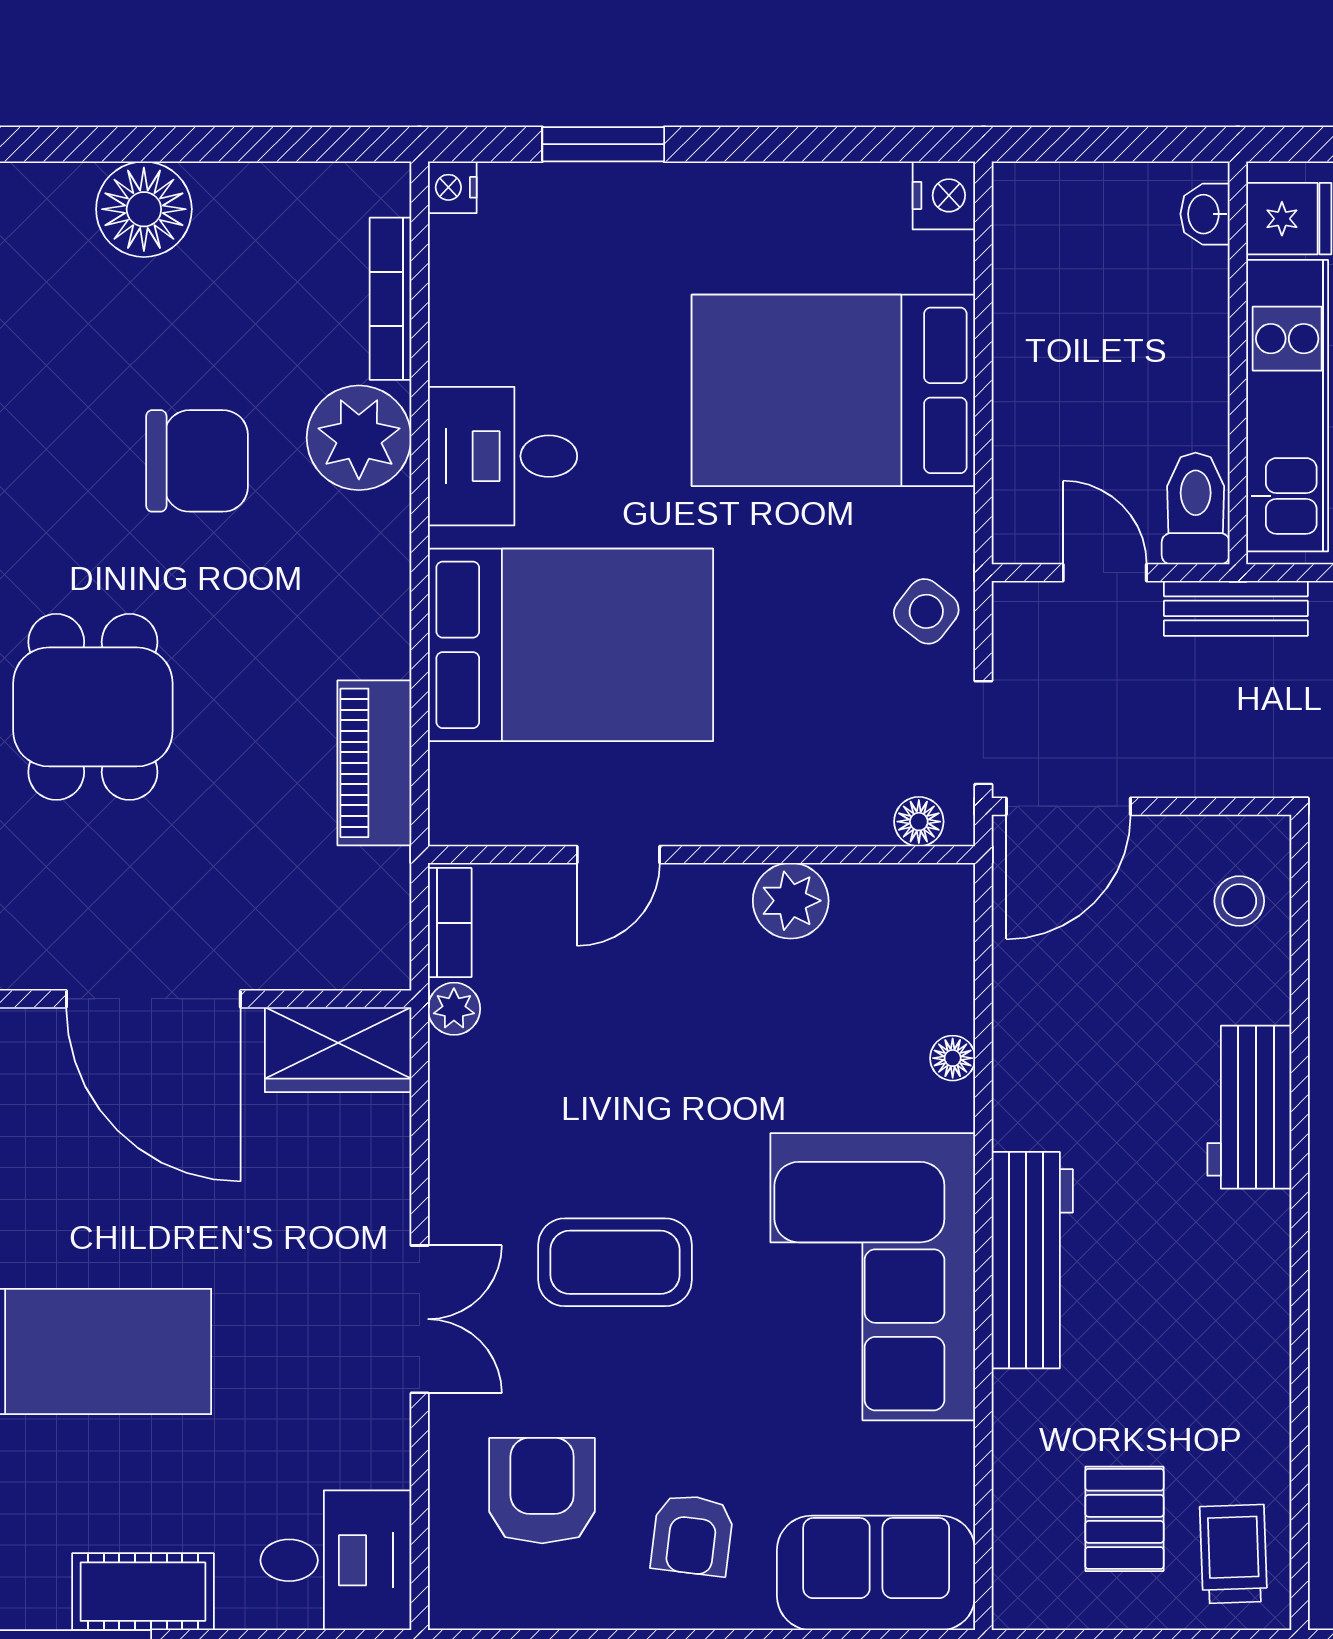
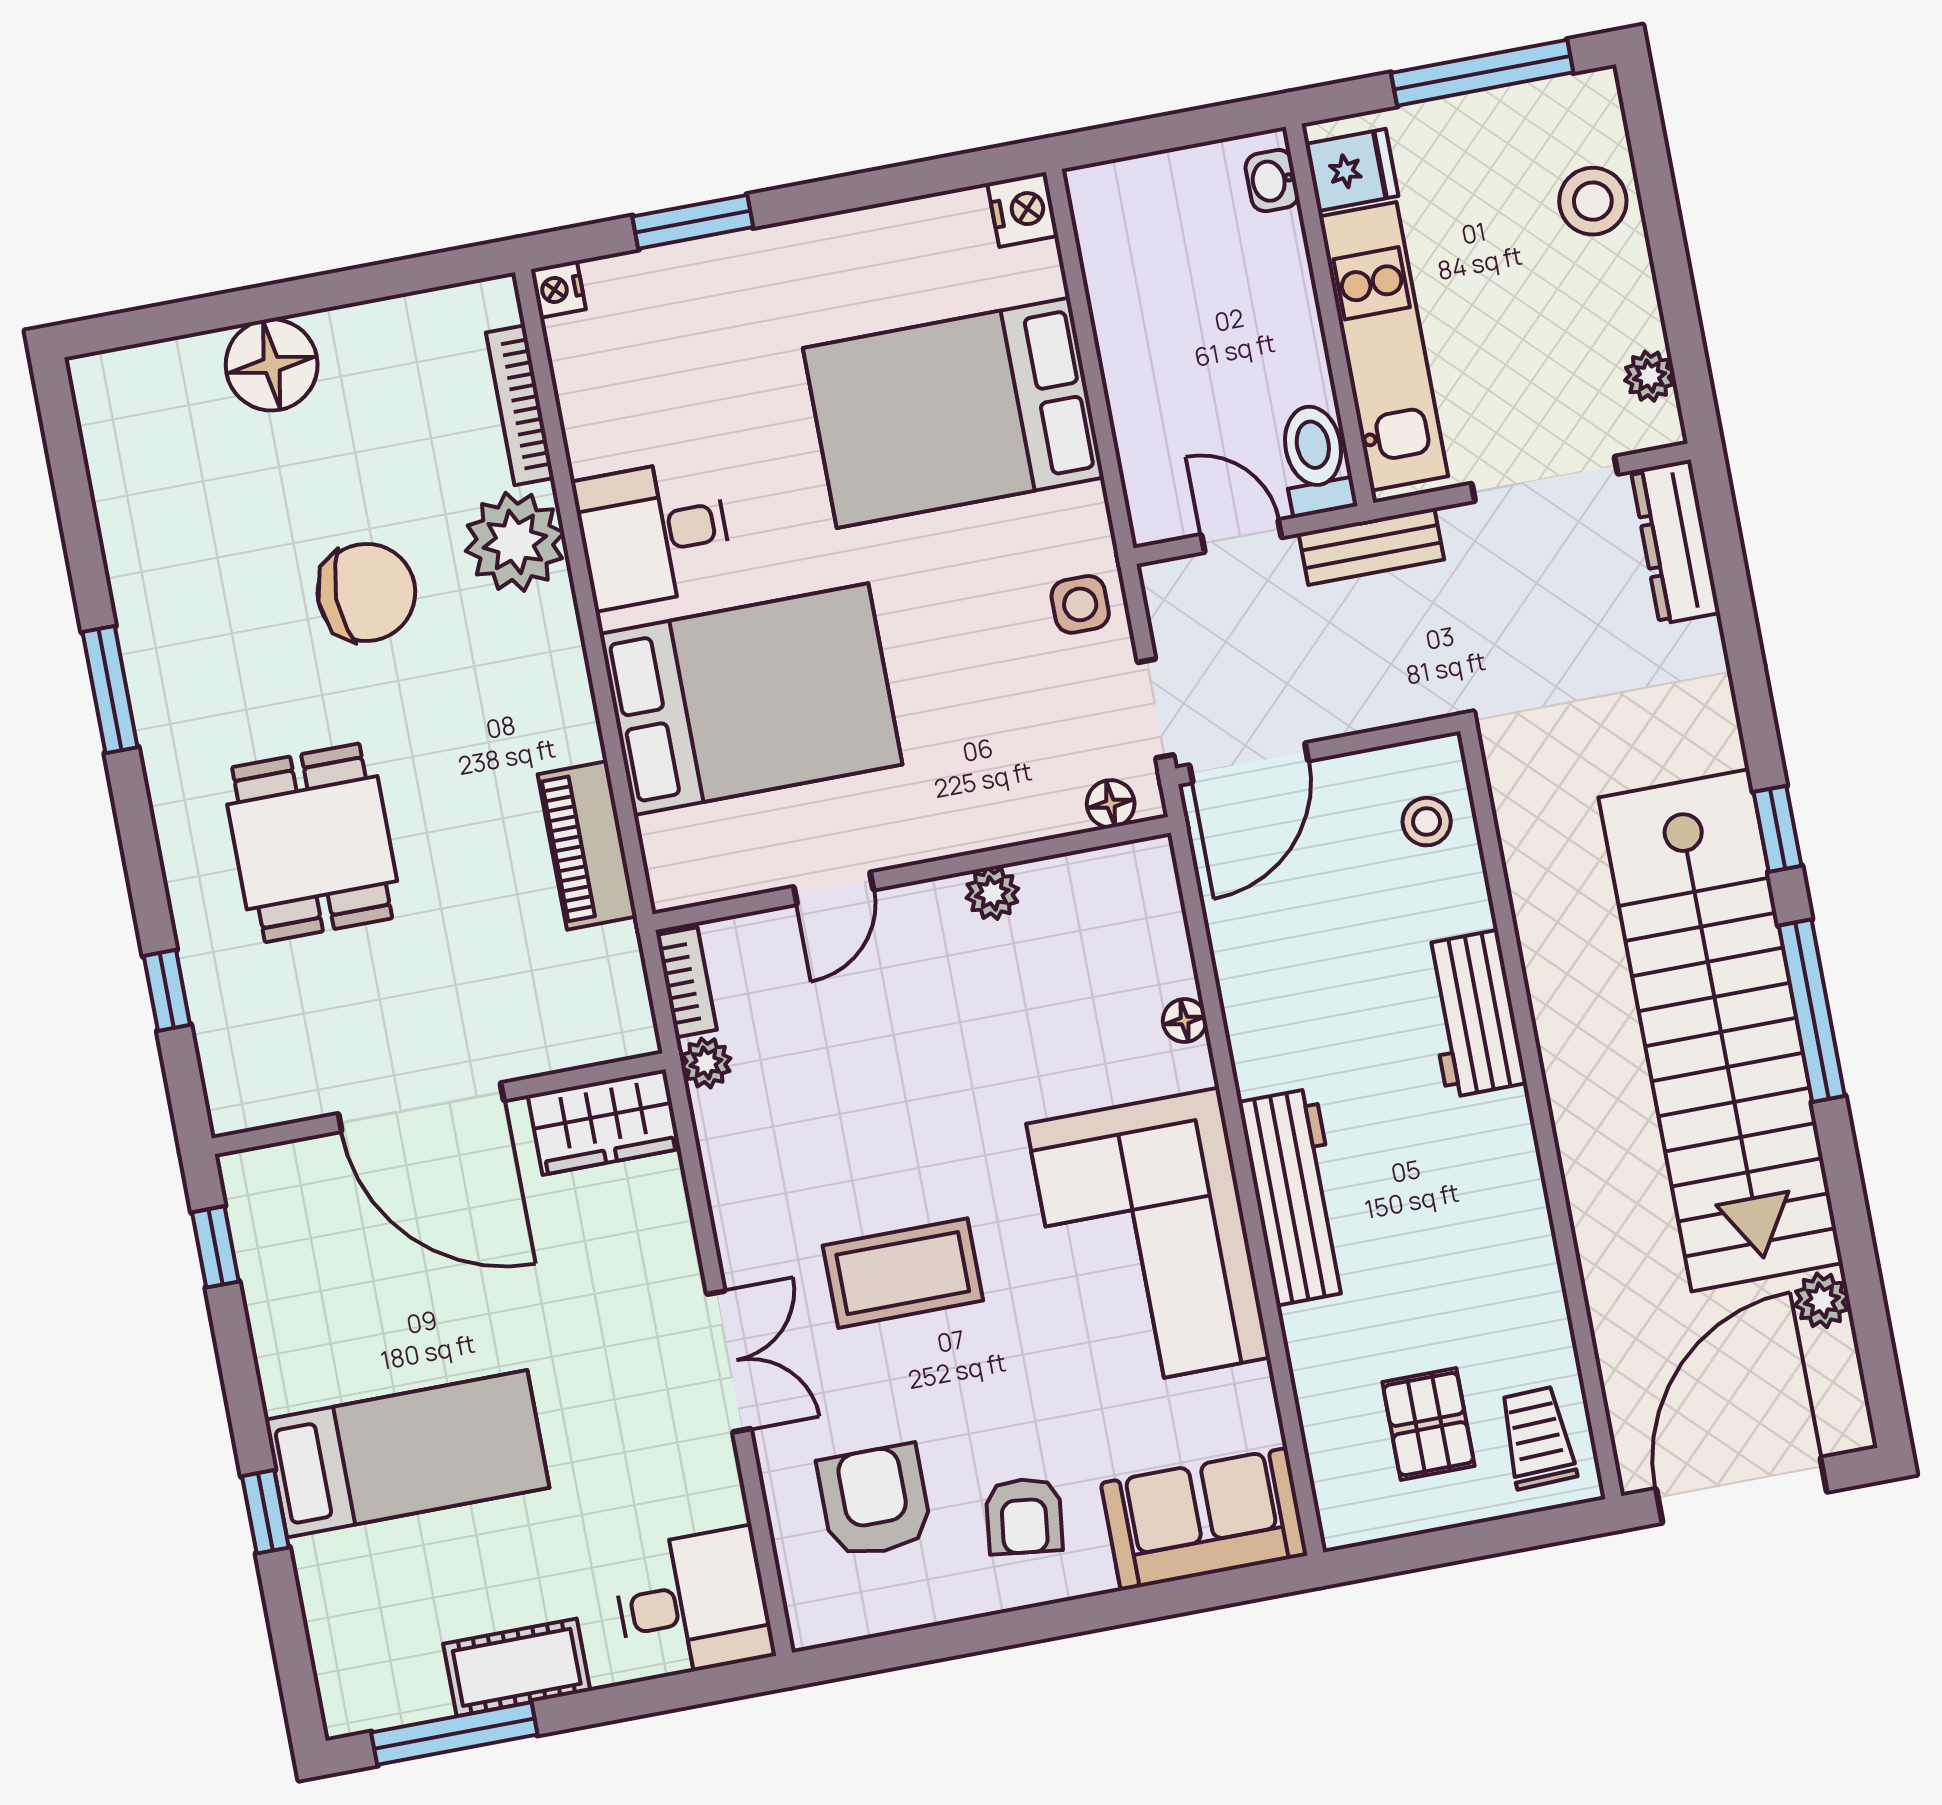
side table: (926, 611) -> (1080, 604), turned -38
plant: (791, 901) -> (992, 893), width x0.73, depth x0.73

